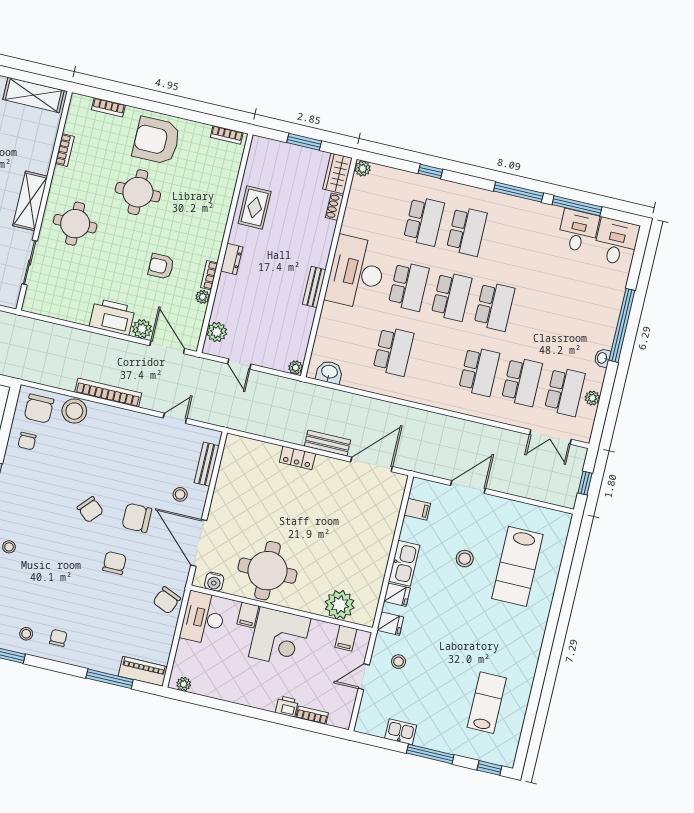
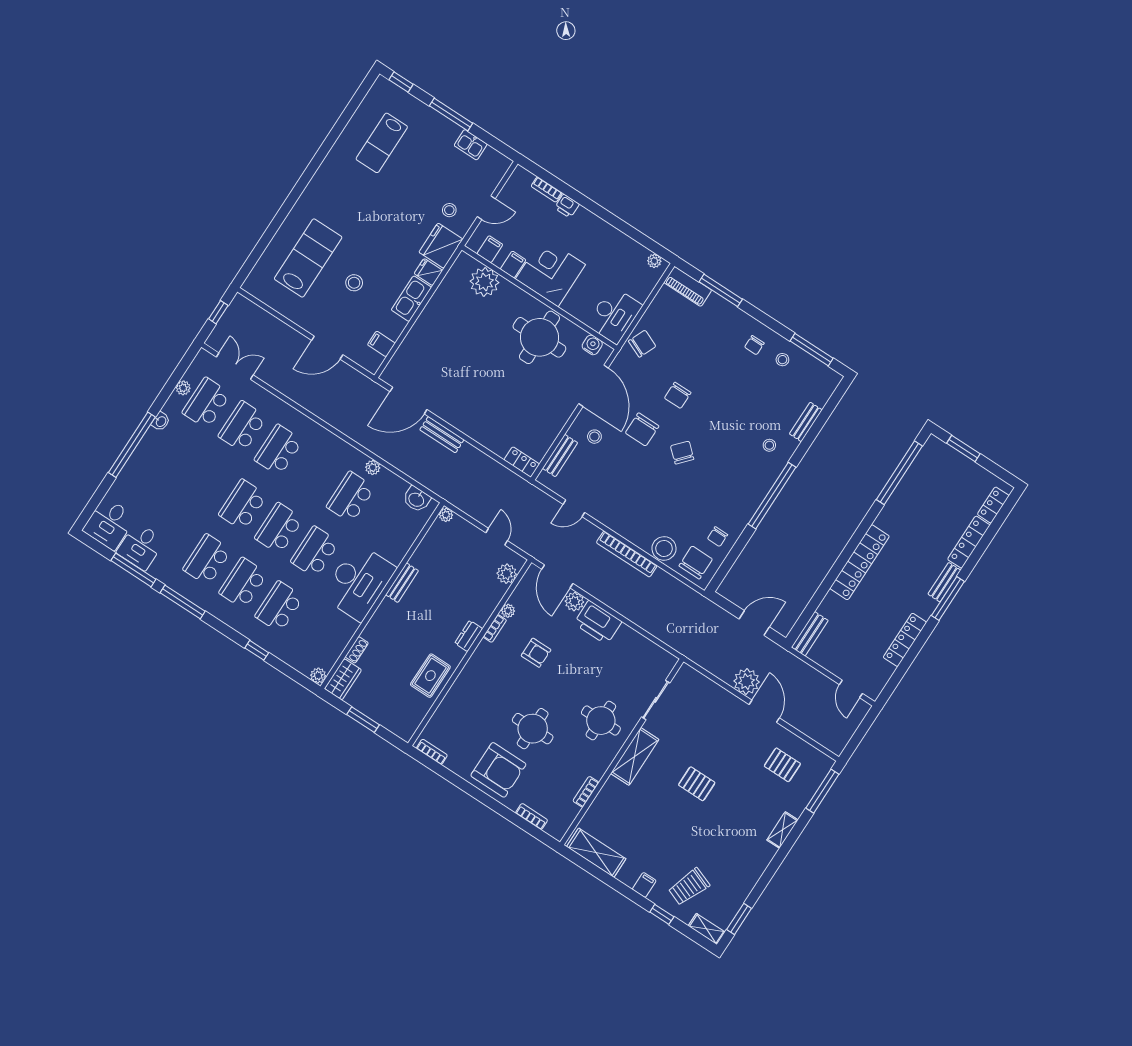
school desk: (510, 241) -> (207, 560), added
plant: (382, 387) -> (373, 468), added
chair: (27, 441) -> (717, 537), turned 180
locker: (297, 458) -> (522, 462), moved
chair: (137, 518) -> (642, 429), turned 90
filing cabinet: (248, 615) -> (513, 264), moved
fridge: (390, 624) -> (441, 246), width x1.88, depth x1.34

